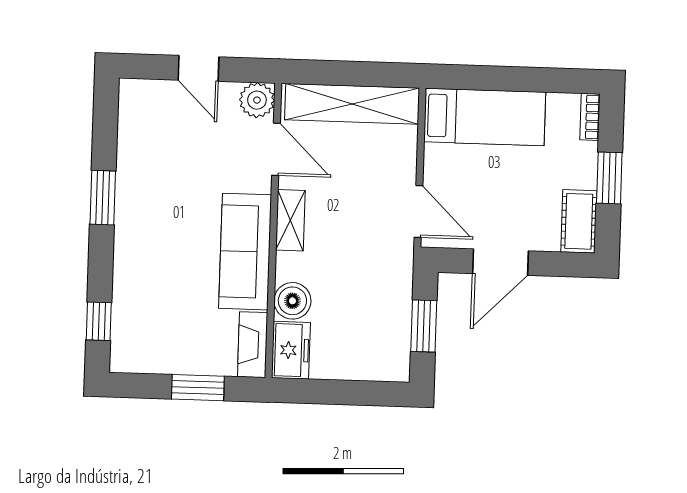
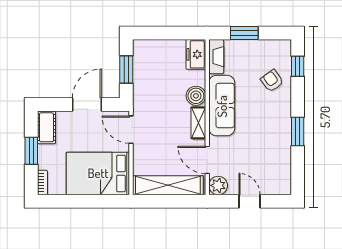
bed: (485, 117) -> (98, 173), width x1.50
armchair: (148, 296) -> (272, 81), added
boiler: (292, 301) -> (196, 96), moved

